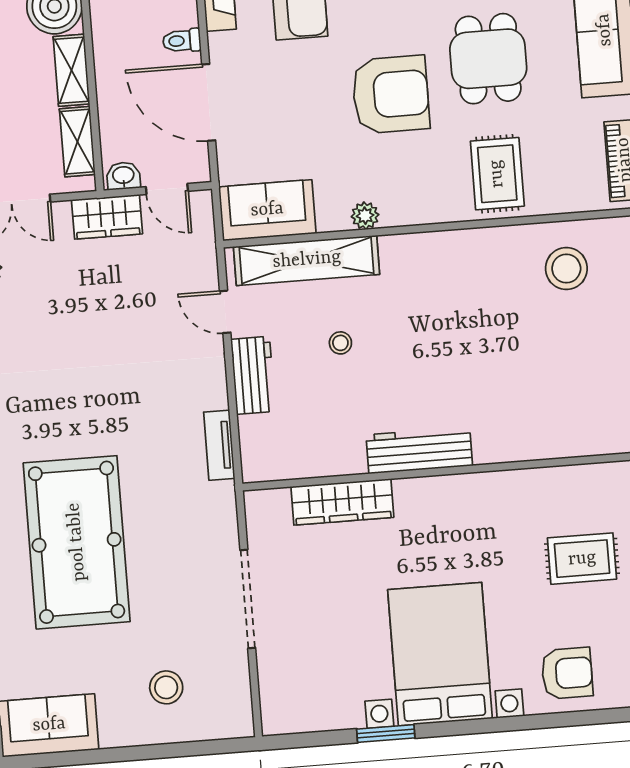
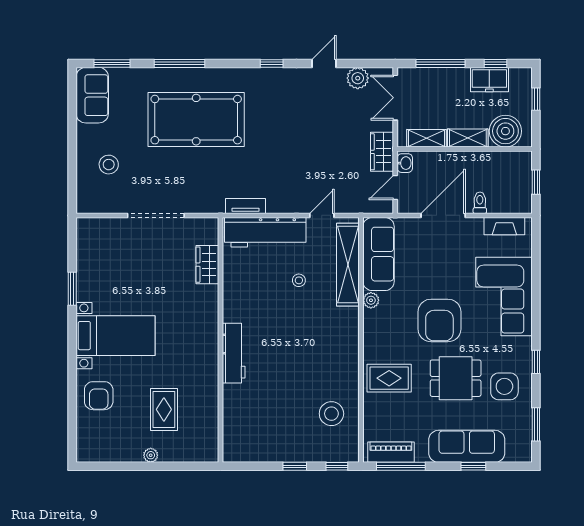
sofa: (267, 210) -> (379, 254), width x1.36
workbench: (253, 375) -> (265, 232), width x1.88, depth x1.32
workbench: (419, 450) -> (234, 353), moved
wardrobe: (342, 502) -> (207, 265), width x0.67
bed with nightstands: (440, 654) -> (115, 336), width x0.73

